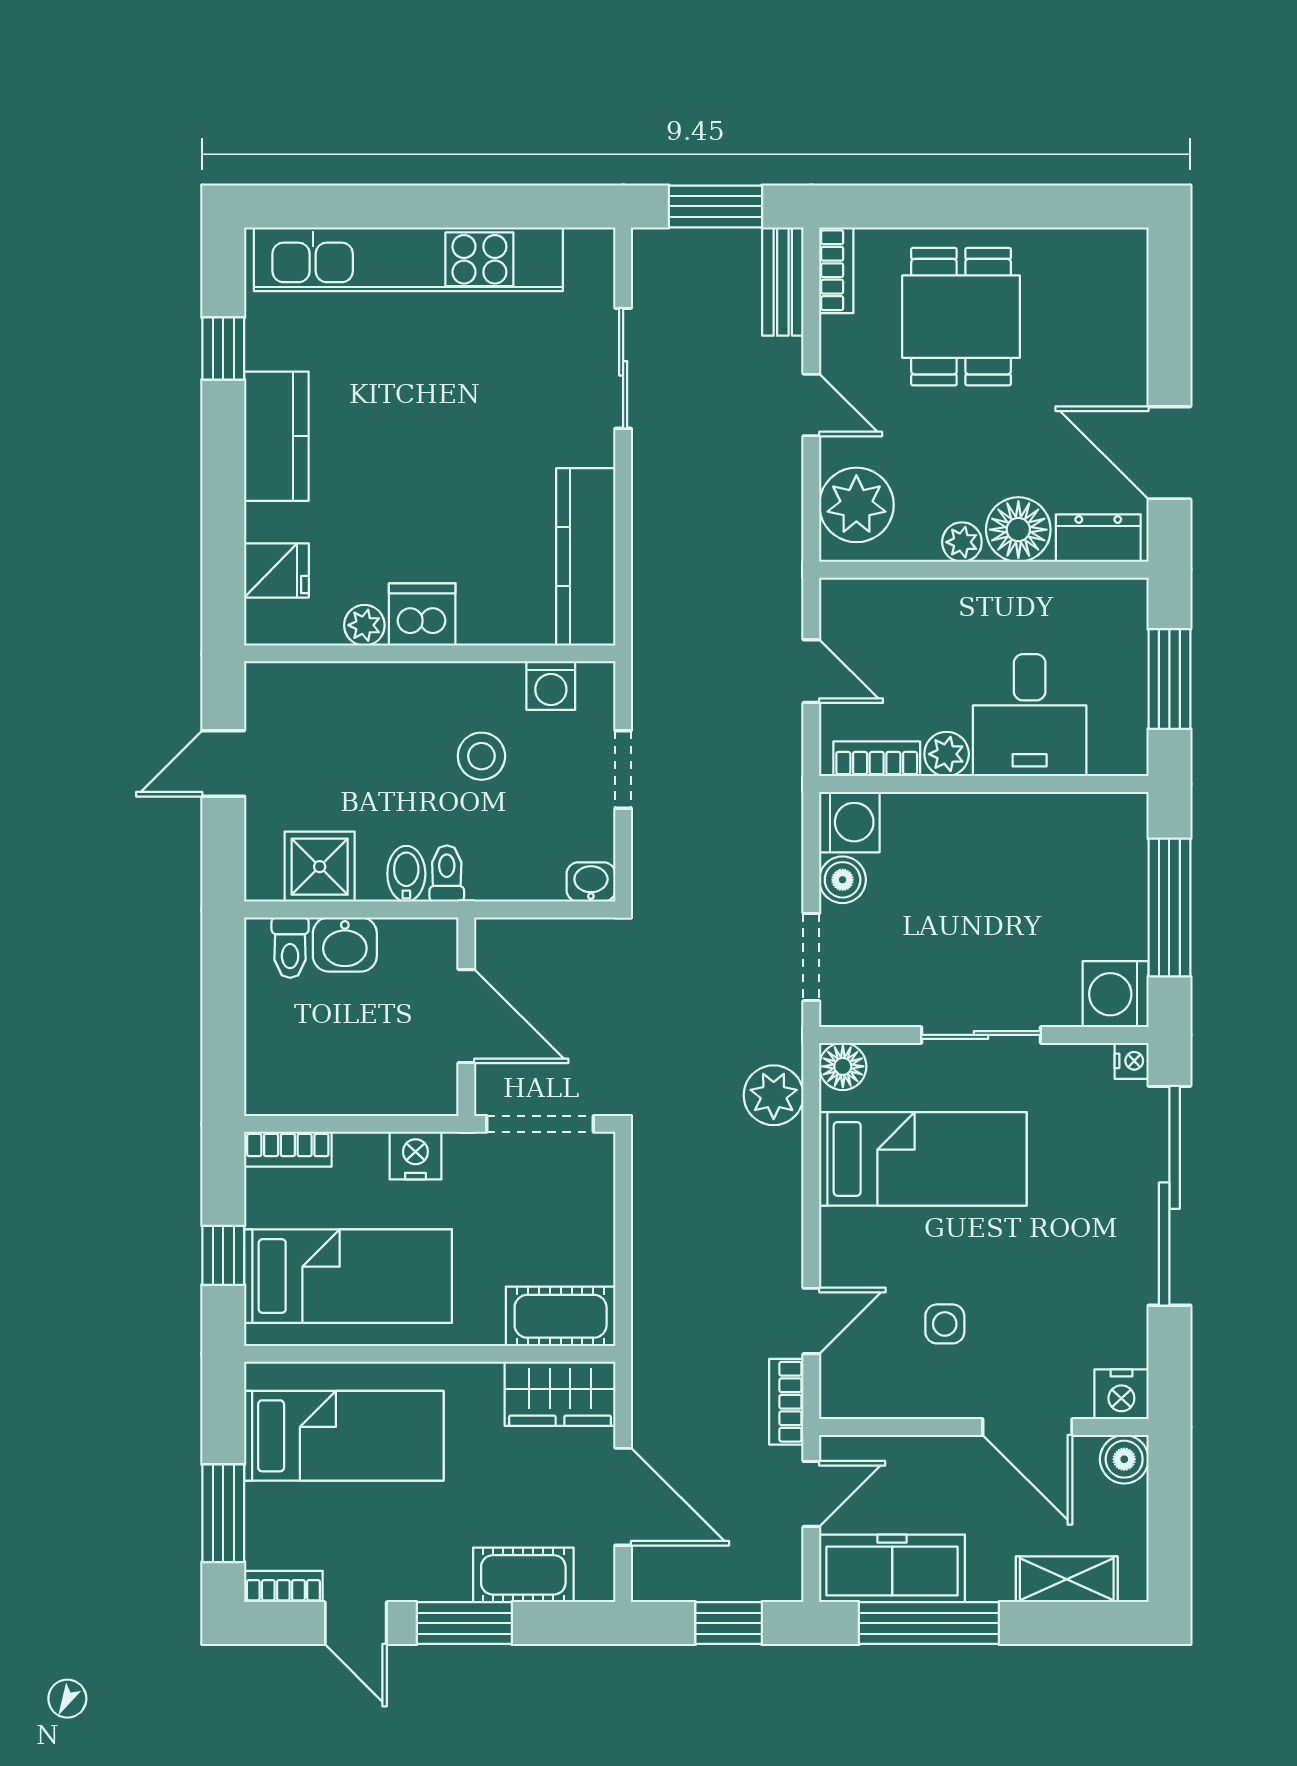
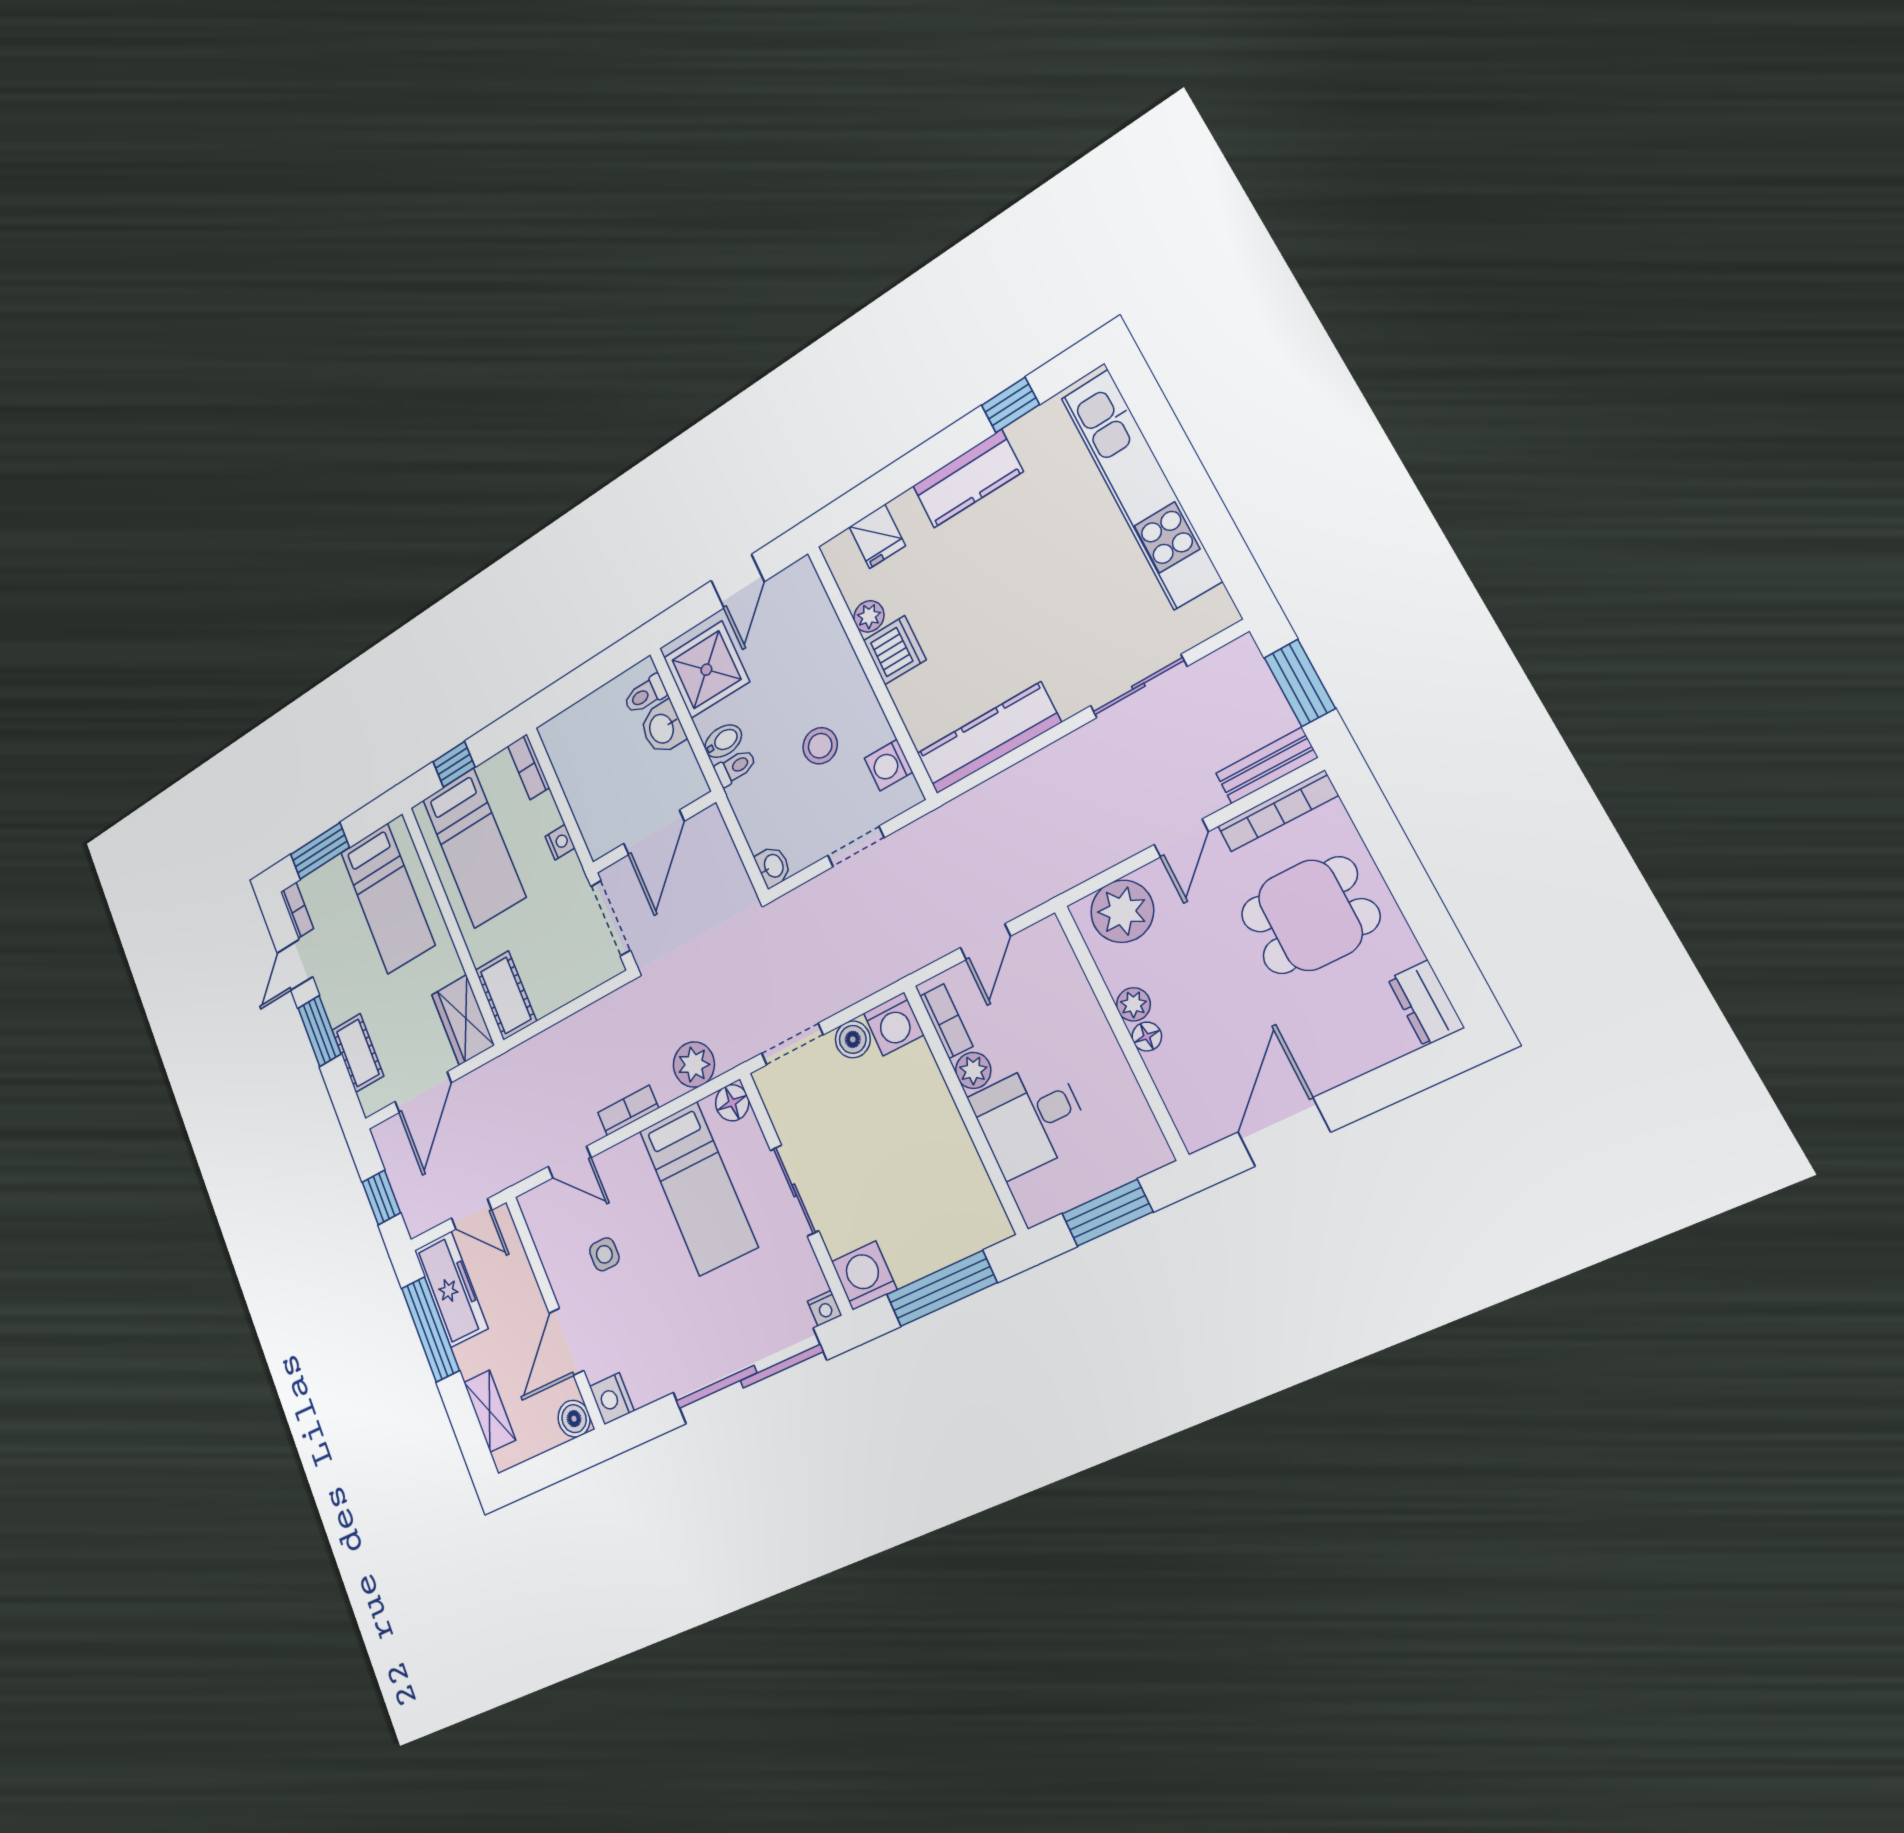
bookcase: (836, 270) -> (1278, 811), width x1.56
floor lamp: (1018, 530) -> (1147, 1037), width x0.53, depth x0.53
dresser: (1098, 538) -> (1426, 1003), moved, turned 180
door: (223, 763) -> (738, 581), swing flipped
shower: (320, 867) -> (706, 670), width x1.36, depth x1.36
nightstand: (415, 1156) -> (560, 842), width x0.72, depth x0.74
bookcase: (786, 1402) -> (628, 1110), moved

